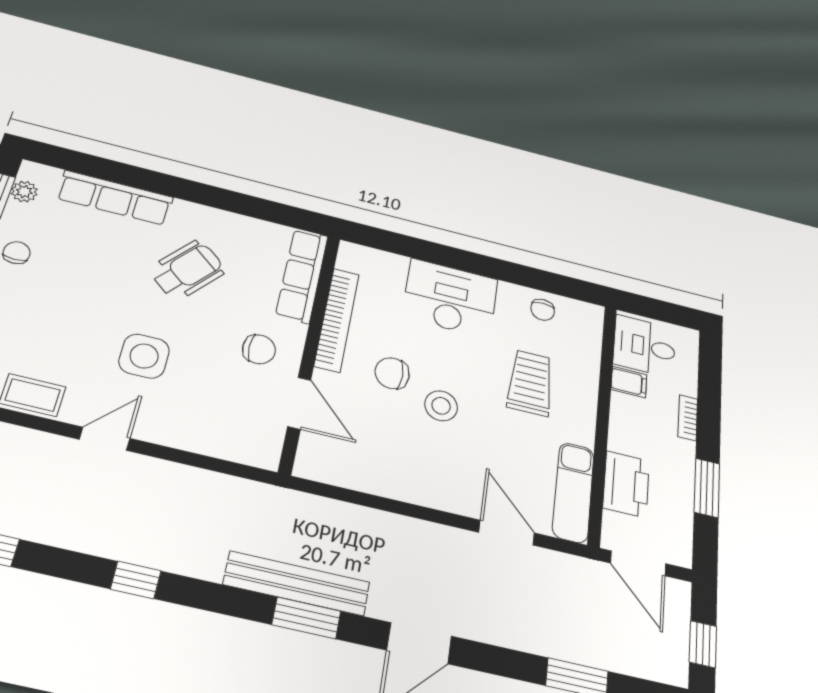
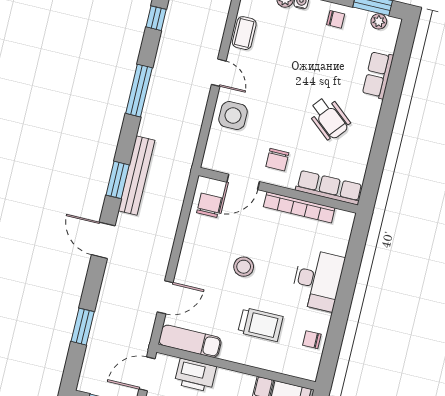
row of seats: (115, 198) -> (378, 75), width x0.68
side table: (144, 356) -> (233, 115), moved
chair: (392, 373) -> (209, 205), moved
window: (136, 580) -> (139, 91), width x2.17

